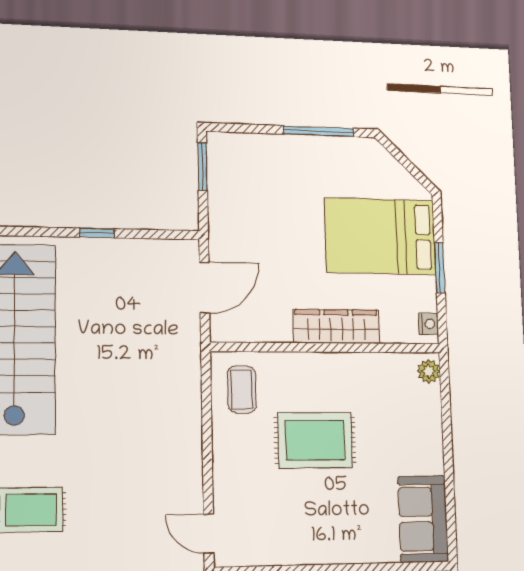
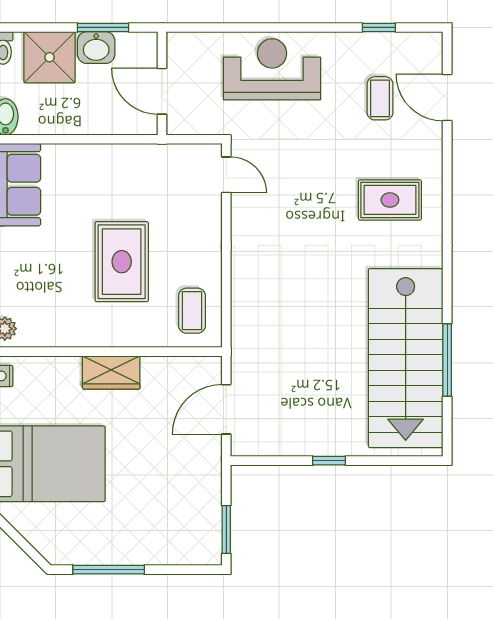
wardrobe: (336, 326) -> (111, 373), width x0.67
rug: (315, 440) -> (122, 262), turned 90

